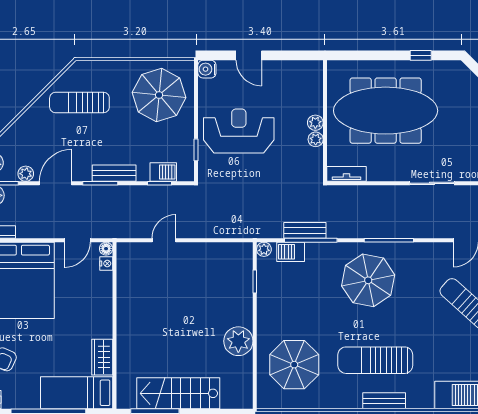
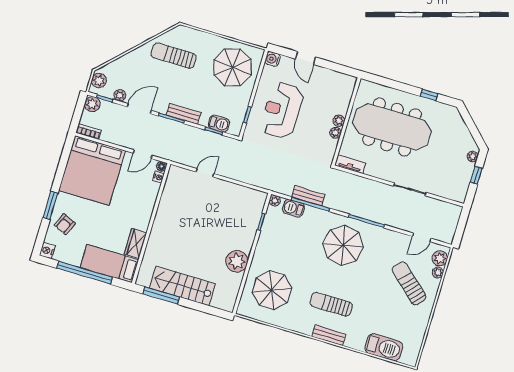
reception desk: (239, 131) -> (282, 110), turned -90
sun lounger: (375, 360) -> (331, 304), width x0.73, depth x0.75

